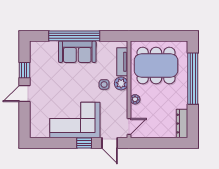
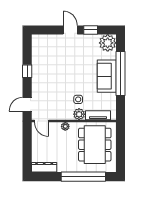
plant: (39, 51) -> (108, 43), added
corner sofa: (75, 120) -> (47, 74), removed
window: (84, 143) -> (27, 71), moved

